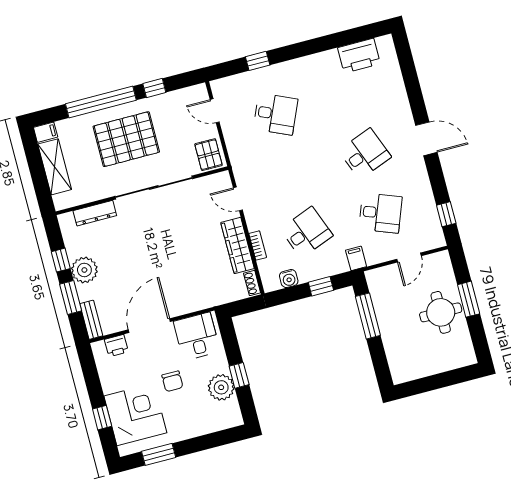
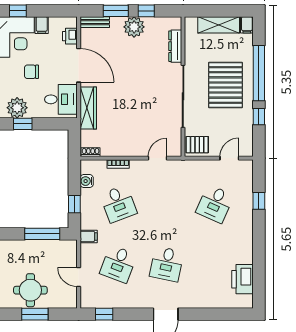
desk: (365, 154) -> (167, 264), turned 33
wardrobe: (237, 245) -> (88, 108), moved, turned 90
filing cabinet: (112, 384) -> (42, 25), added

